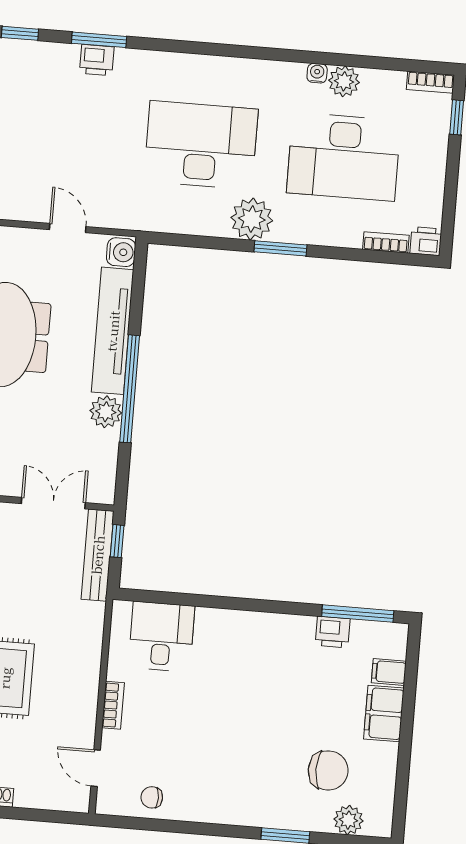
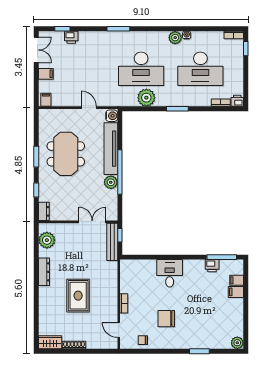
window: (99, 40) -> (118, 29), moved
printer: (97, 60) -> (71, 37), moved
plant: (344, 81) -> (175, 38), moved
desk: (201, 145) -> (141, 69), turned 180
plant: (252, 219) -> (146, 98), moved
desk: (161, 637) -> (170, 273), moved
filing cabinet: (384, 713) -> (236, 292), width x0.50
chair: (328, 770) -> (166, 319), moved, turned 180
plant: (348, 820) -> (237, 343), moved

